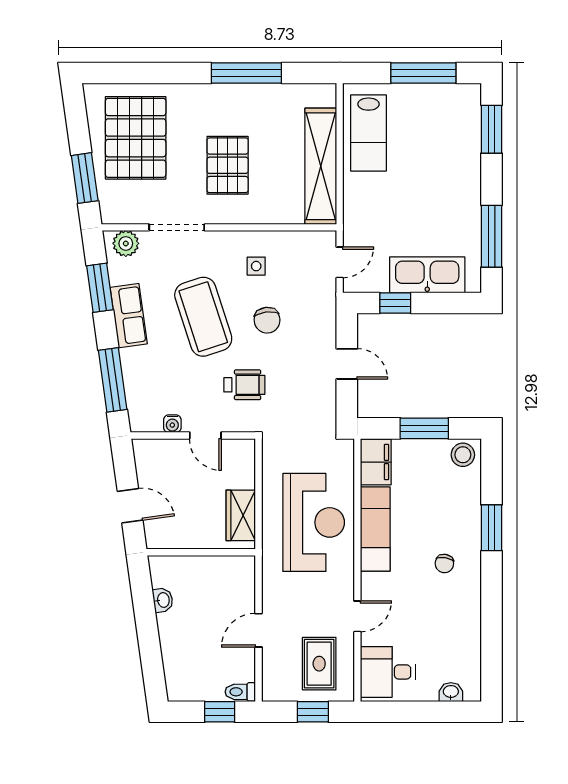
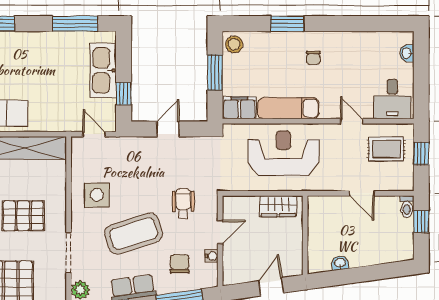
side table: (256, 266) -> (97, 195), width x1.87, depth x1.87
chair: (267, 320) -> (180, 264), moved, turned -83
chair: (444, 563) -> (313, 58), turned 80

